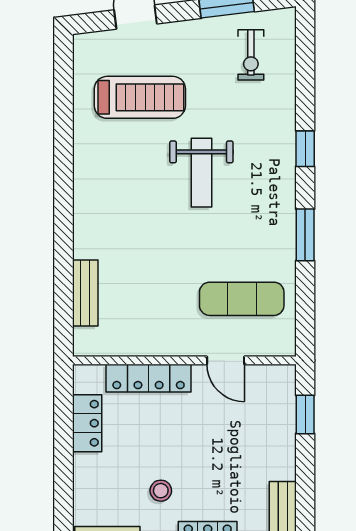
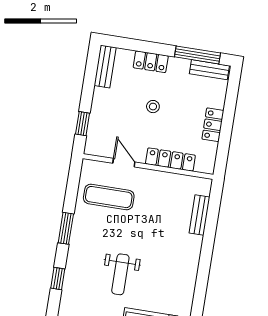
weight bench: (201, 173) -> (120, 274), turned 180
locker: (87, 423) -> (213, 125), moved
stool: (161, 491) -> (153, 107), moved

